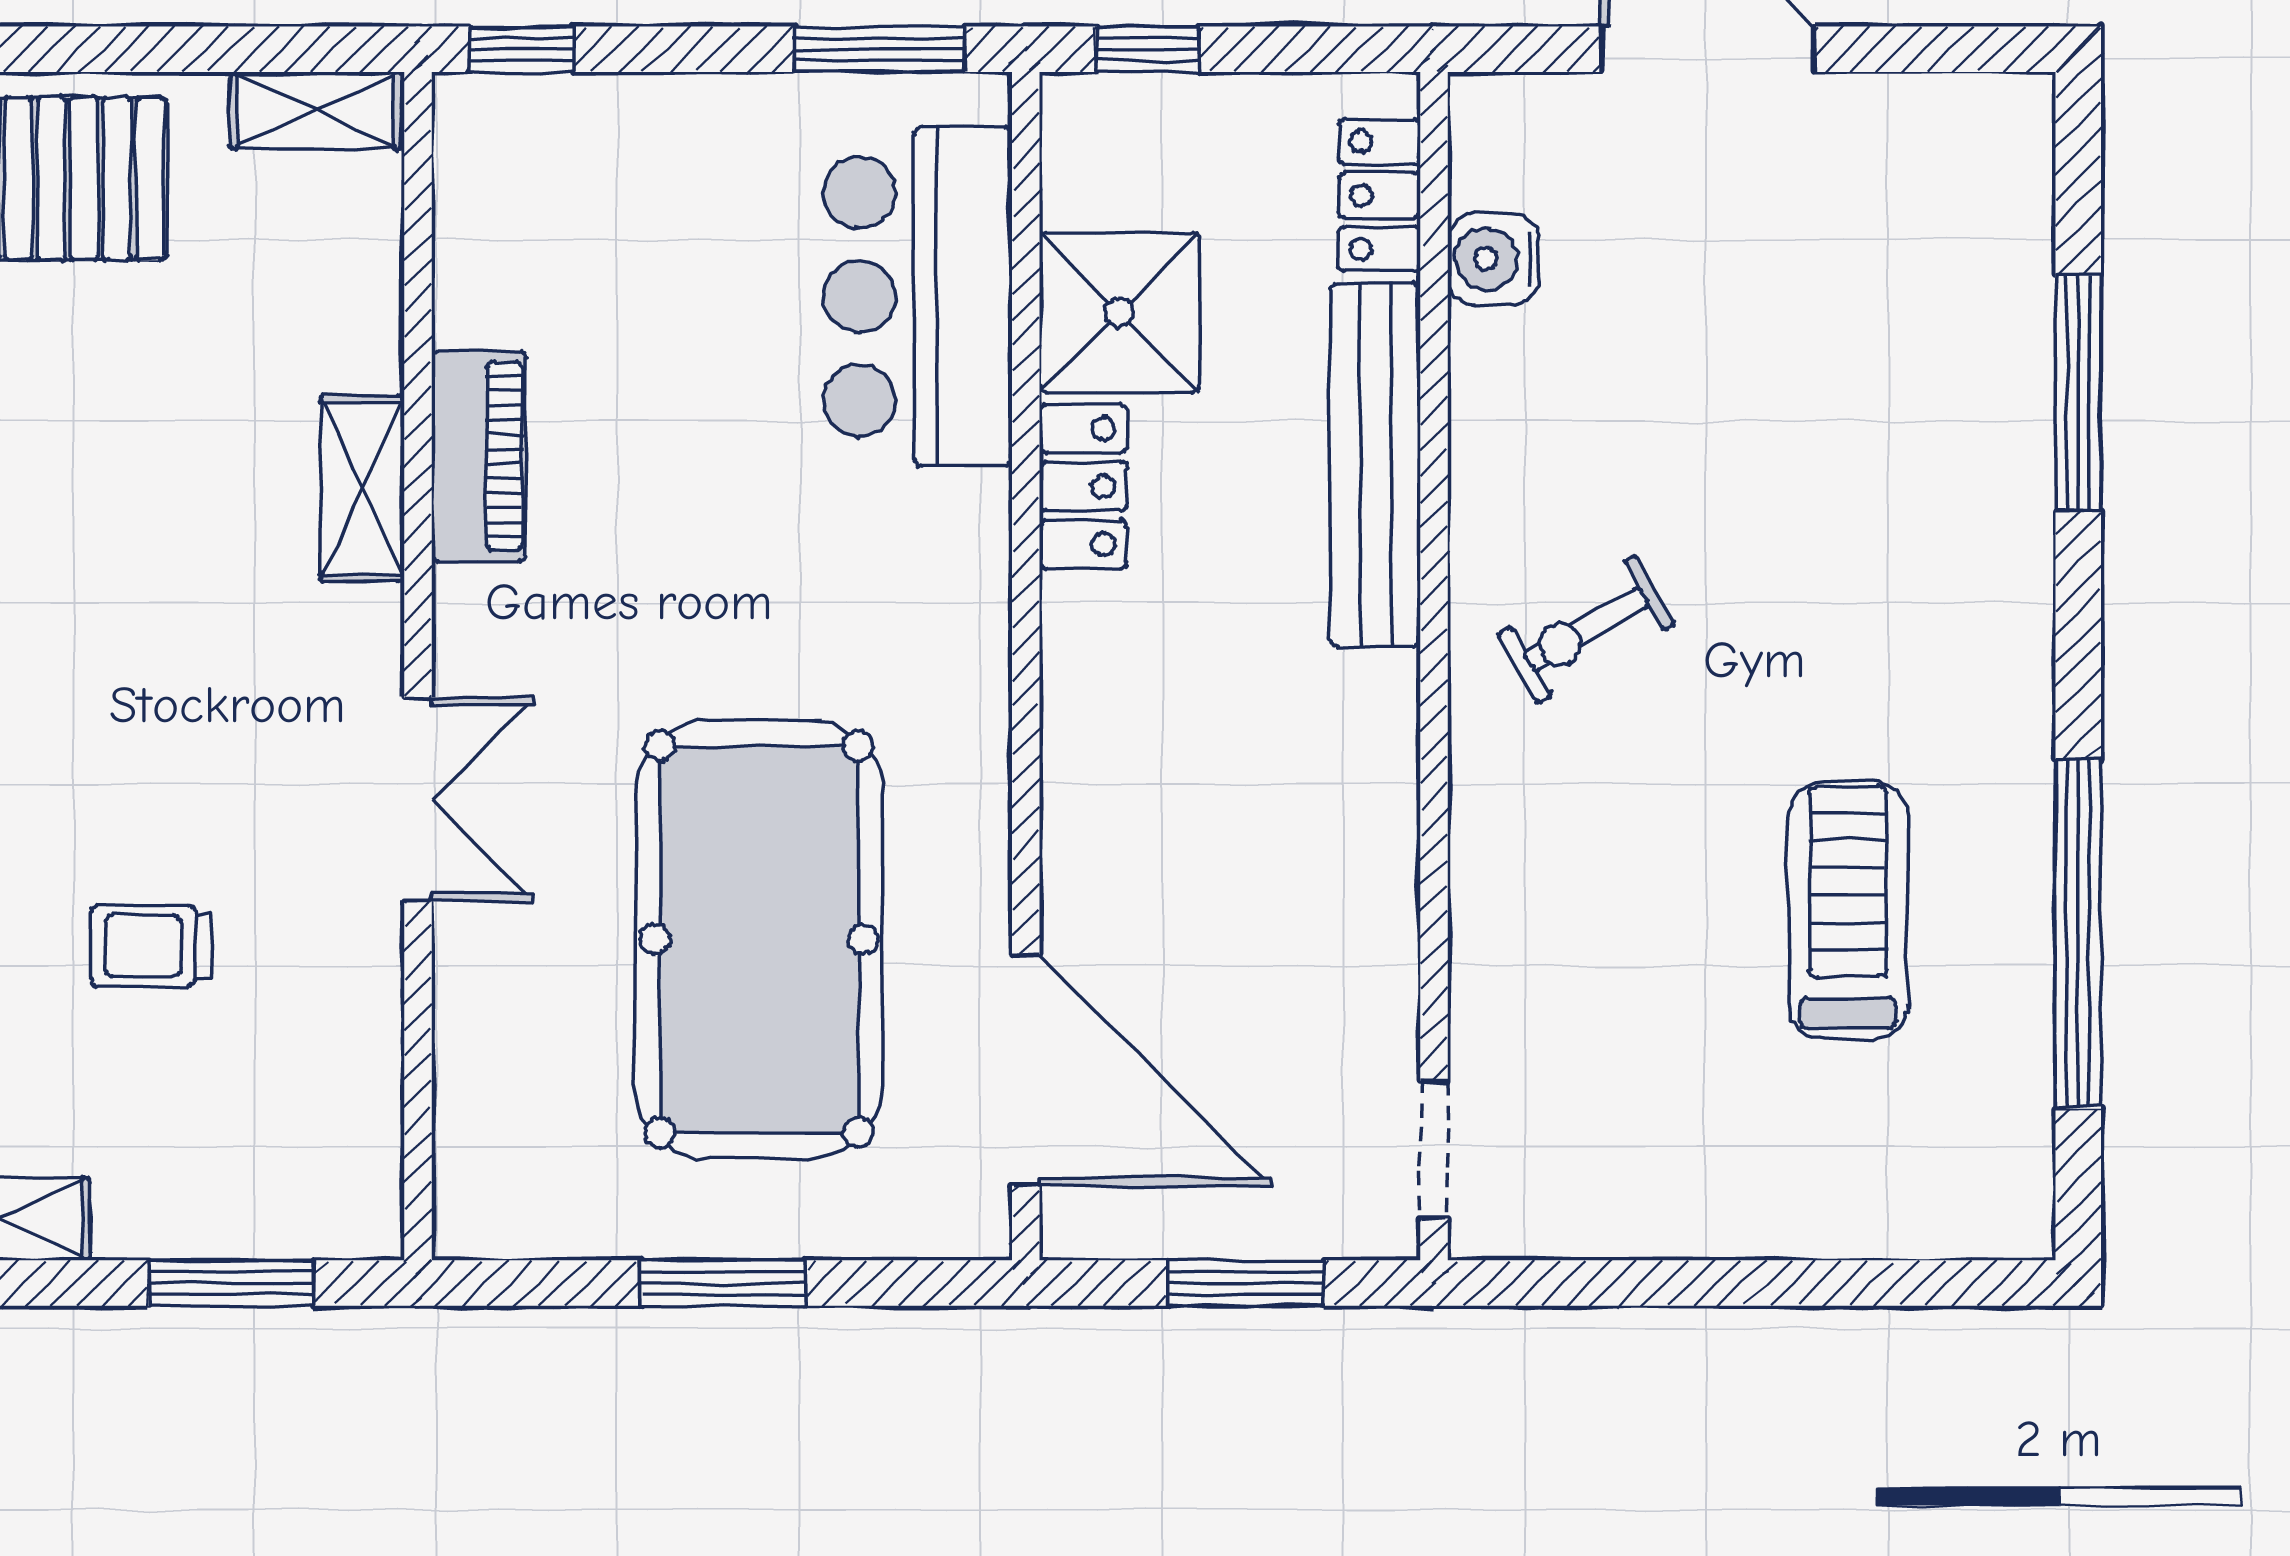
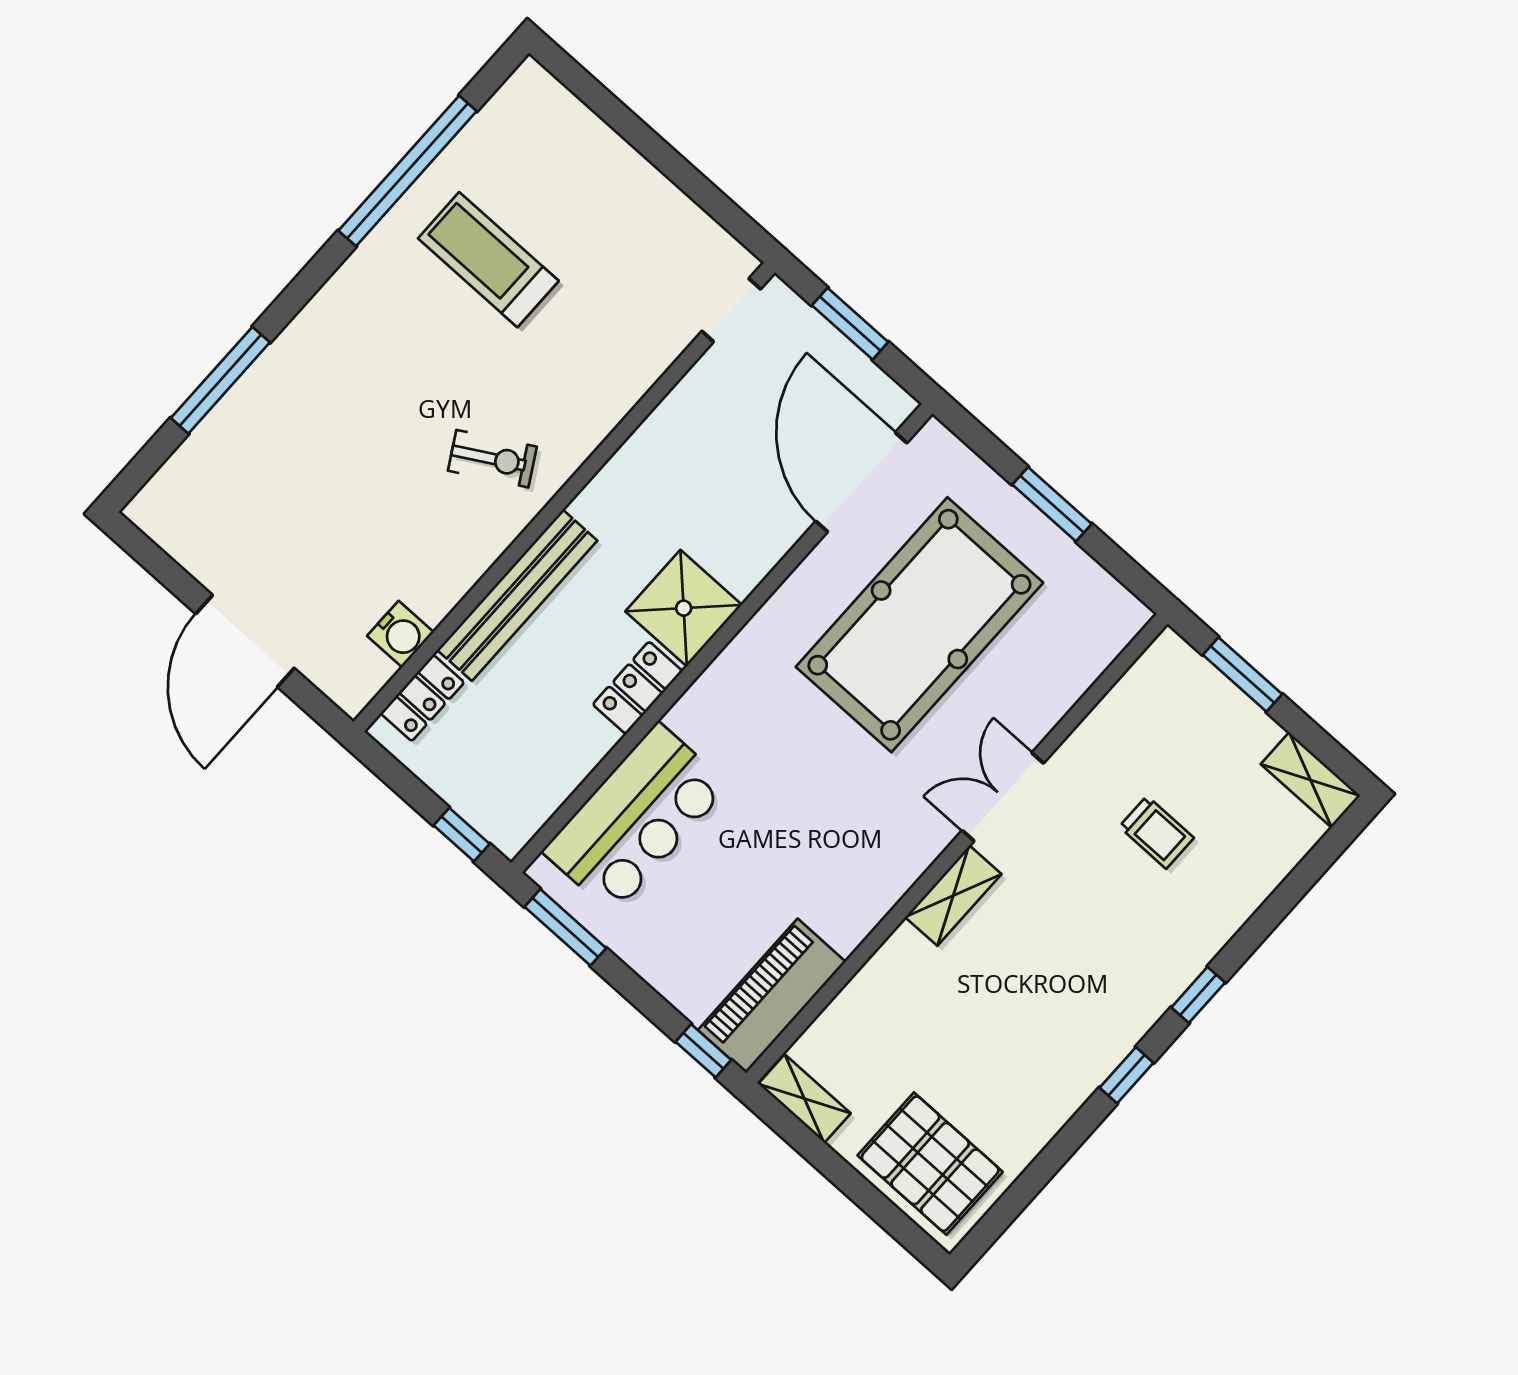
shower: (1119, 313) -> (684, 608), moved
piano: (479, 456) -> (772, 996), moved, width x1.37, depth x1.33
shelving: (362, 488) -> (953, 896), moved
treadmill: (1848, 910) -> (488, 260), turned 90

